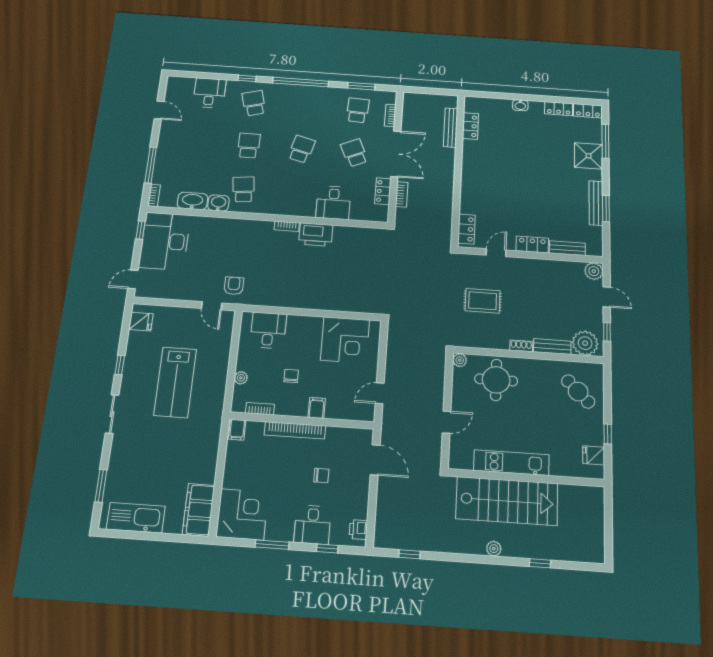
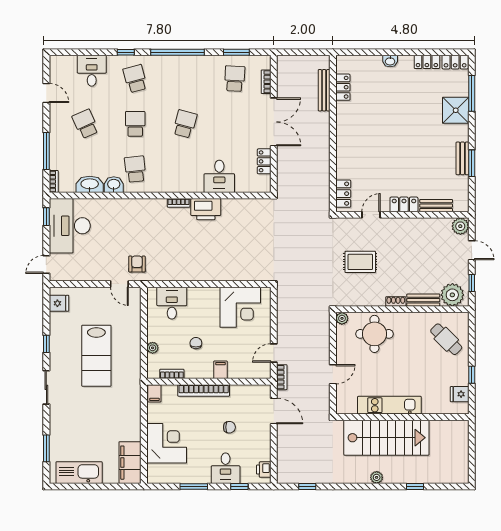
school desk: (354, 153) -> (85, 124), moved
bookcase: (402, 194) -> (282, 377), moved
bench: (596, 203) -> (462, 158), width x0.73
corner desk: (242, 514) -> (167, 443), moved

